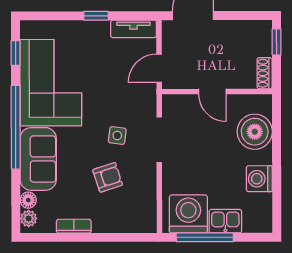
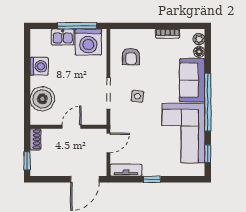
door: (212, 92) -> (72, 127), hinge flipped
armchair: (108, 177) -> (131, 56), moved, turned -72

